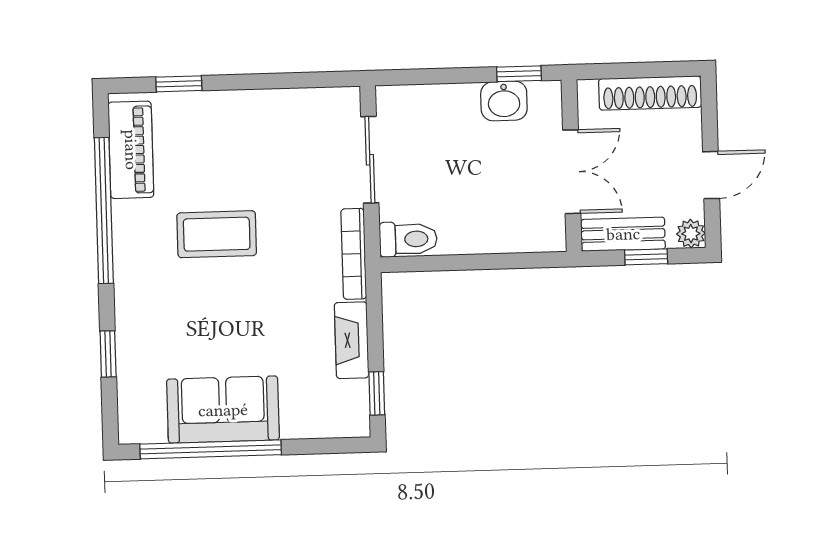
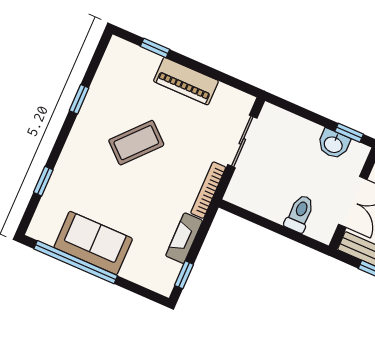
piano: (131, 150) -> (186, 81), moved, turned 90
window: (104, 210) -> (79, 99), width x0.32
coffee table: (217, 234) -> (136, 143), turned -48
toilet: (408, 239) -> (300, 214), moved, turned -90

